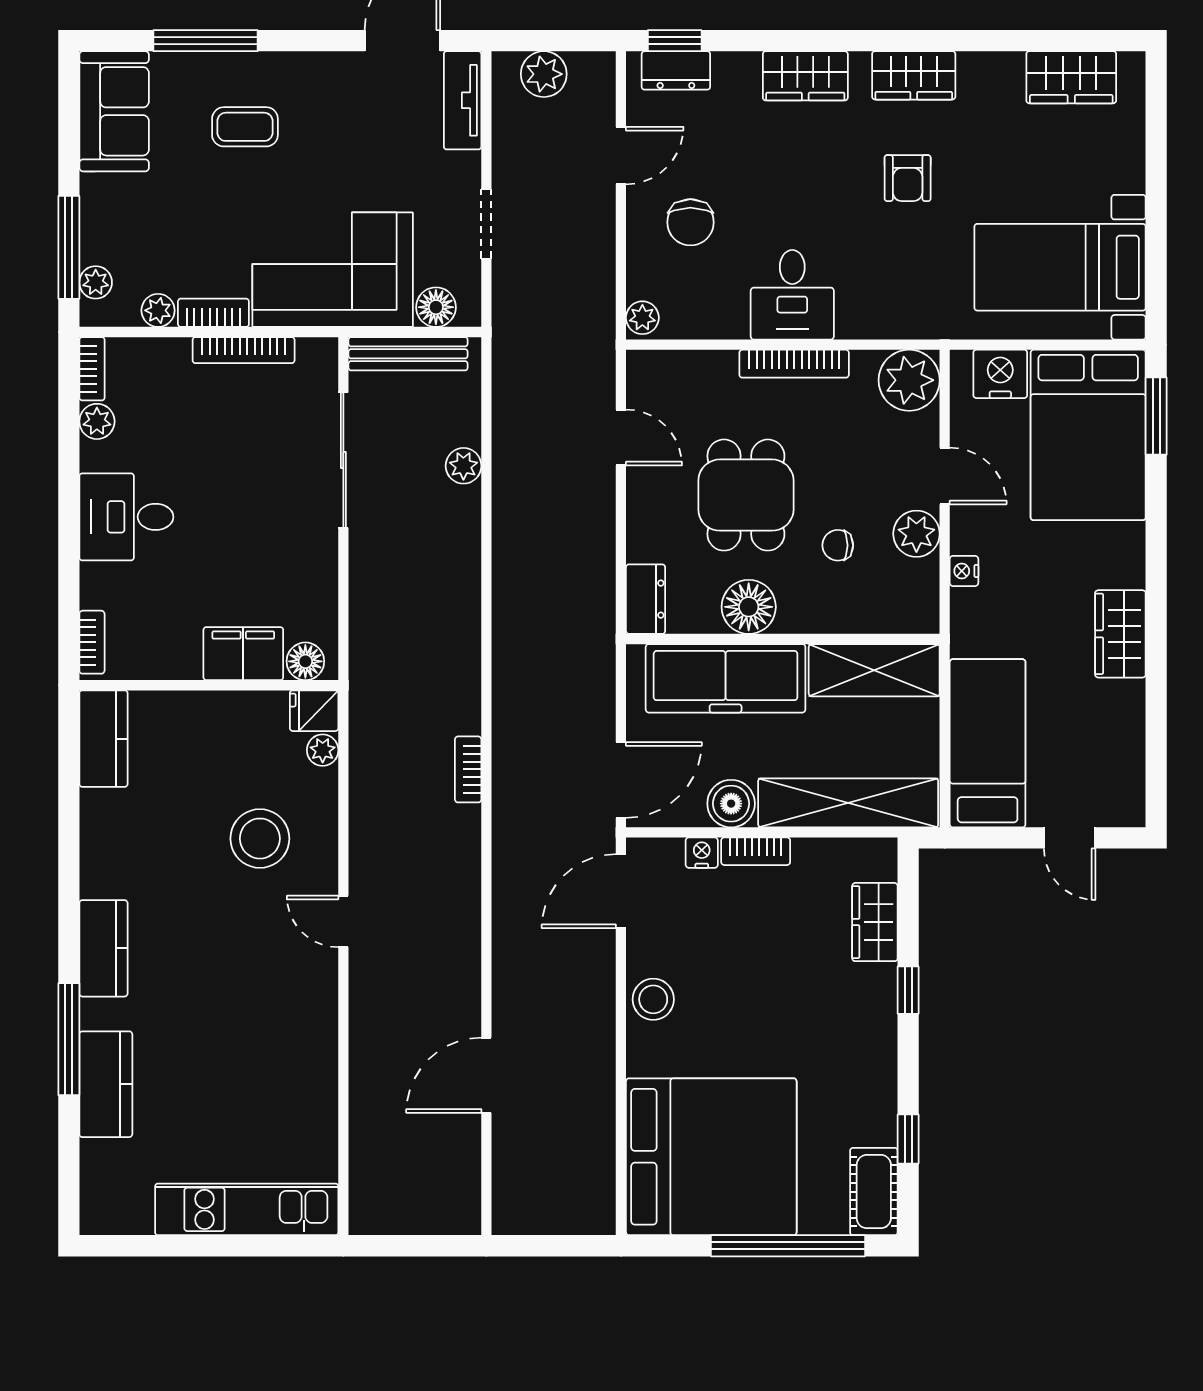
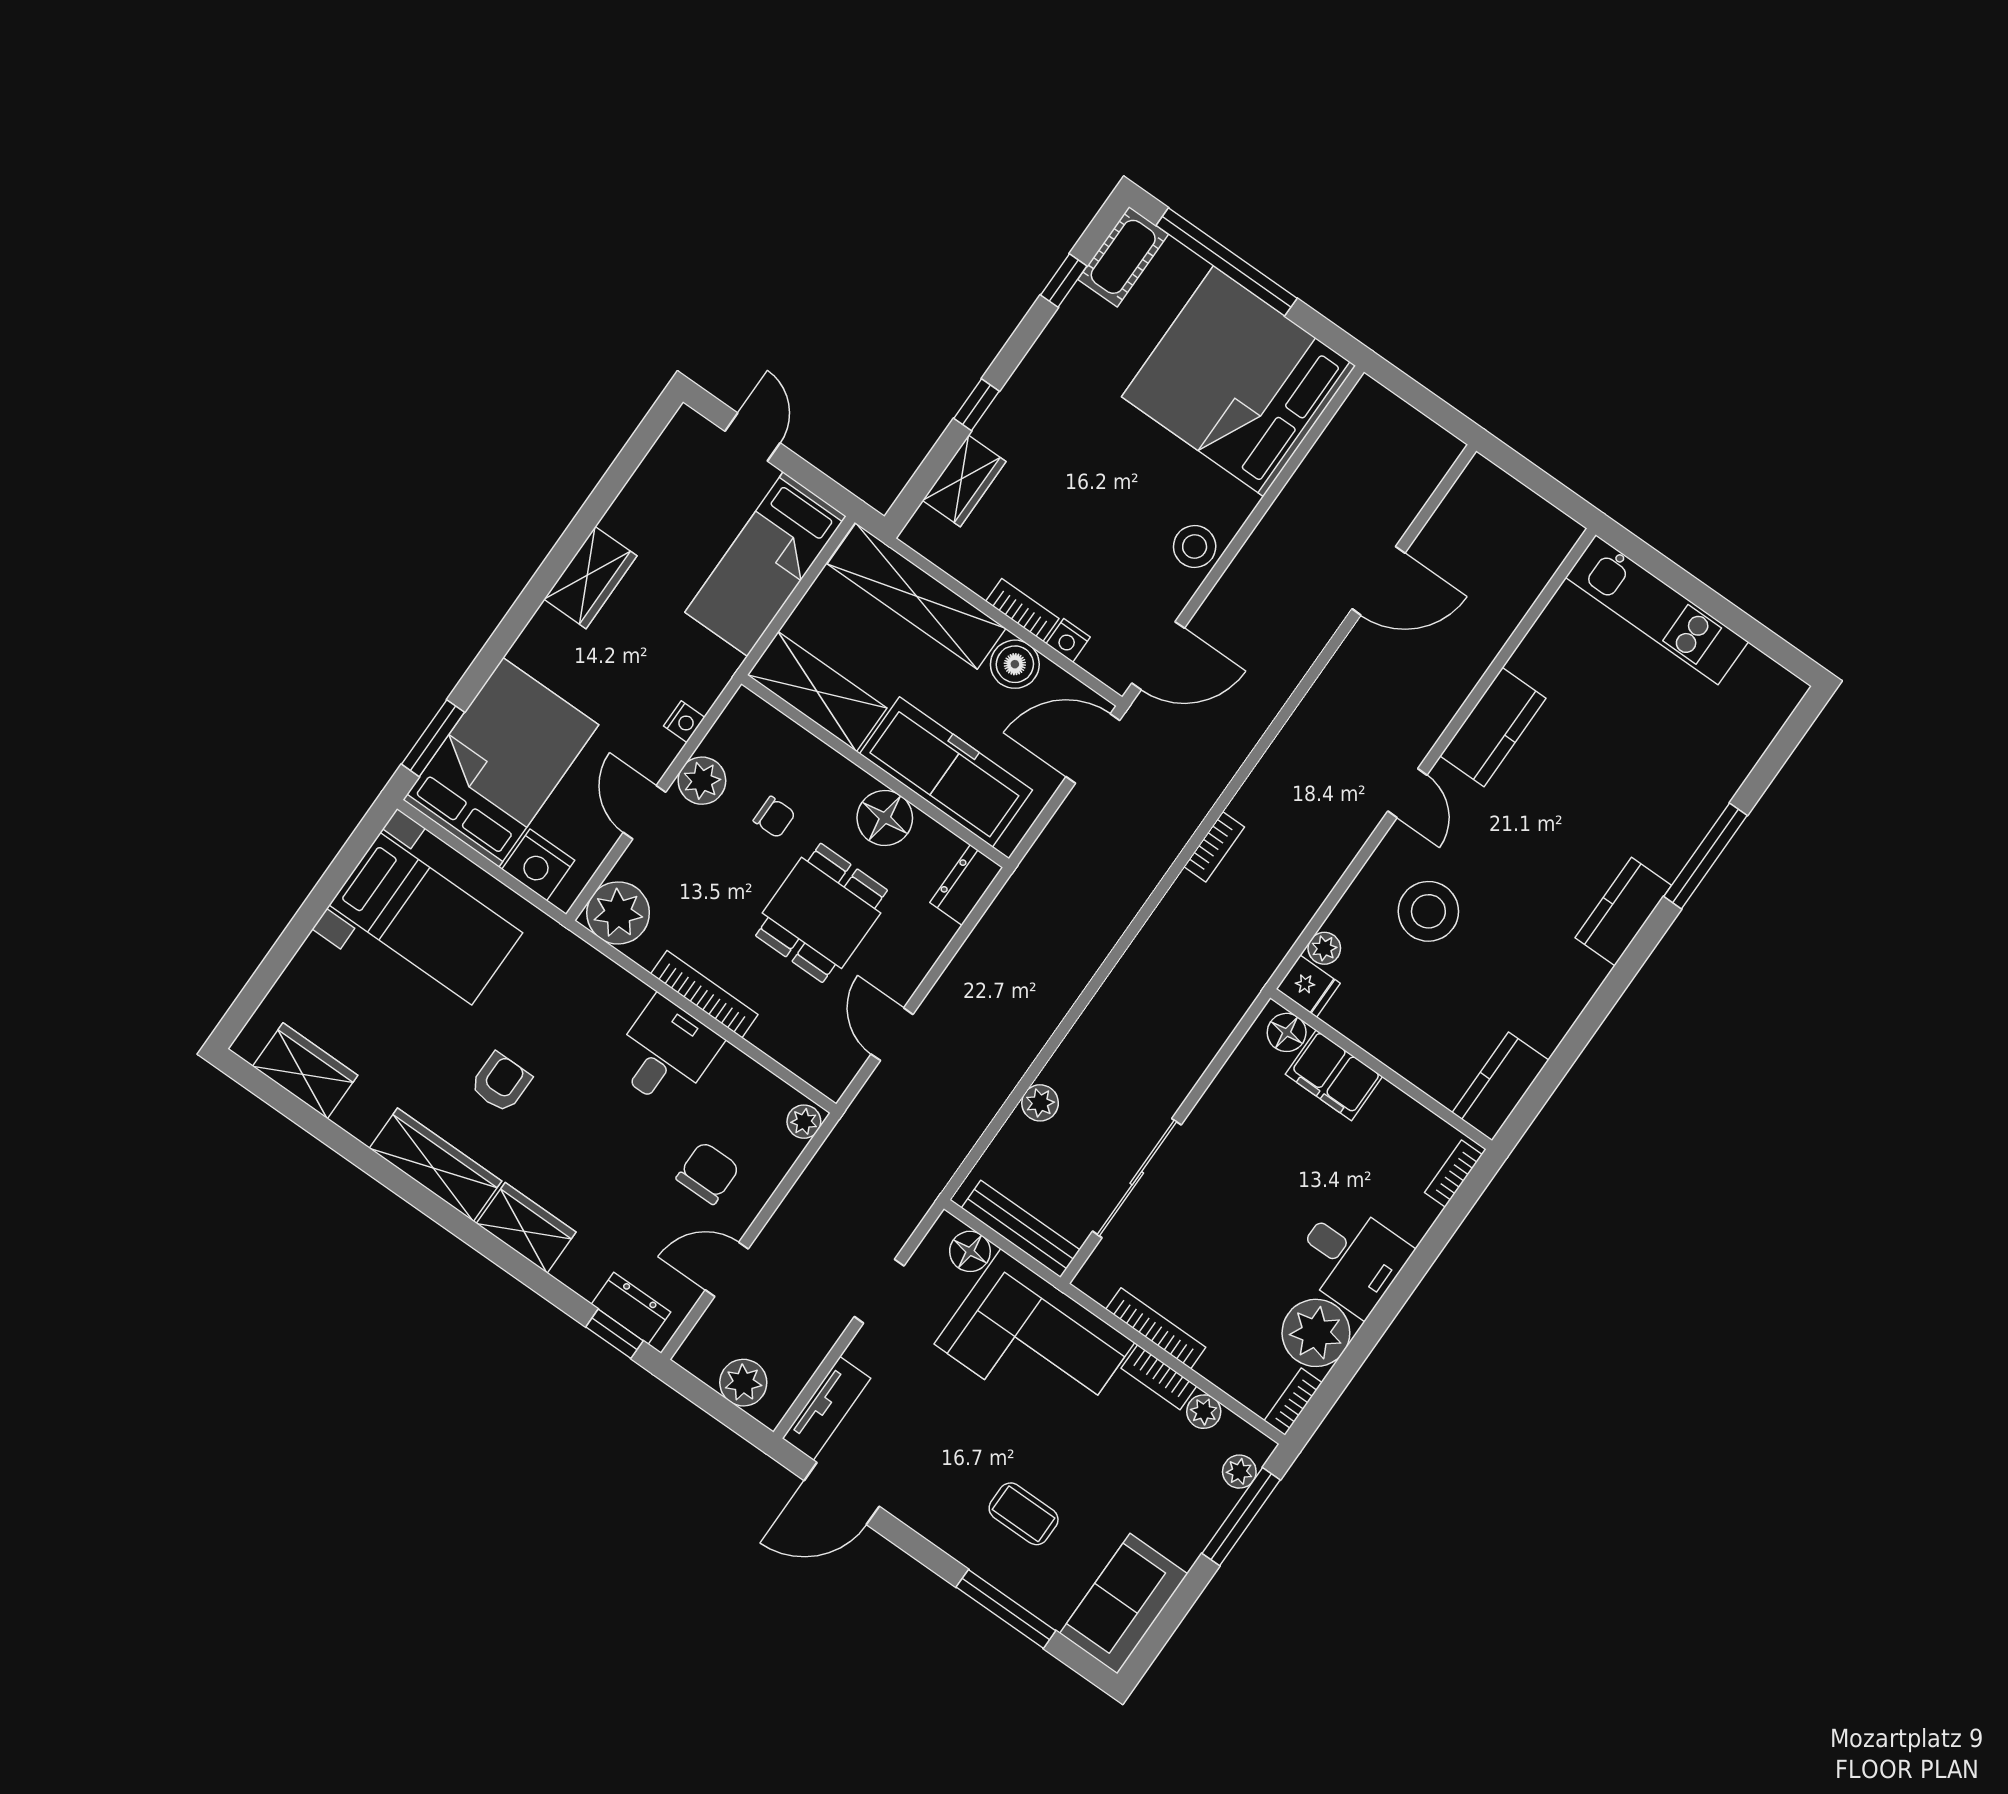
wardrobe: (914, 75) -> (435, 1165), width x1.50
plant: (97, 421) -> (1316, 1333), width x1.88, depth x1.88
kitchen counter: (106, 1084) -> (1493, 727), moved, turned 180

